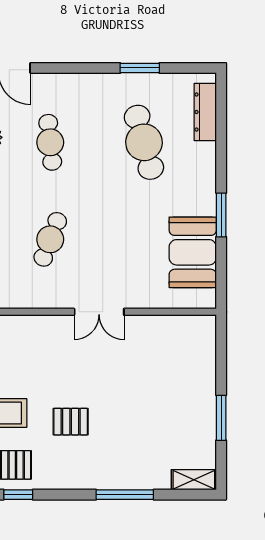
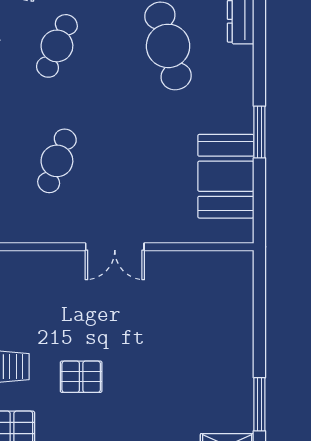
cafe table: (50, 142) -> (57, 46), turned 30
window: (221, 418) -> (259, 404), moved

